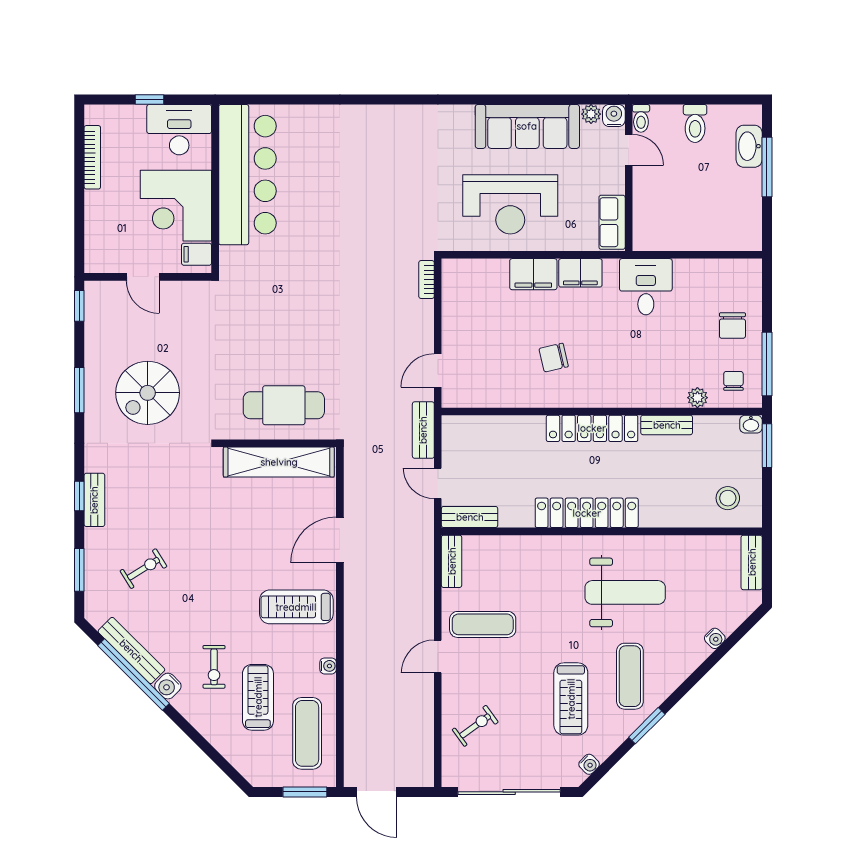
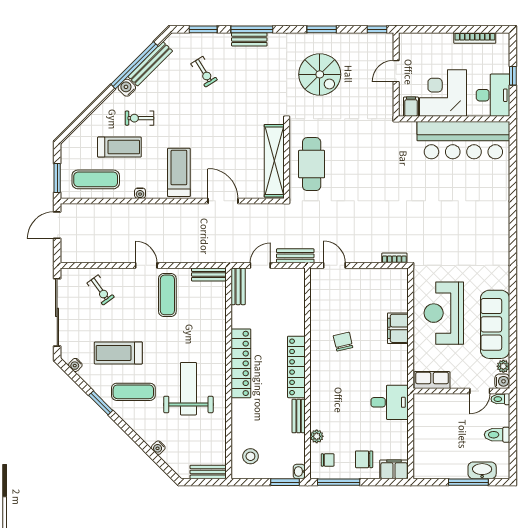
filing cabinet: (580, 273) -> (394, 469), moved, turned 90
spiral stairs: (148, 393) -> (320, 74), turned 180
window: (79, 496) -> (252, 29), width x2.17
weight bench: (625, 592) -> (188, 389), turned 180

